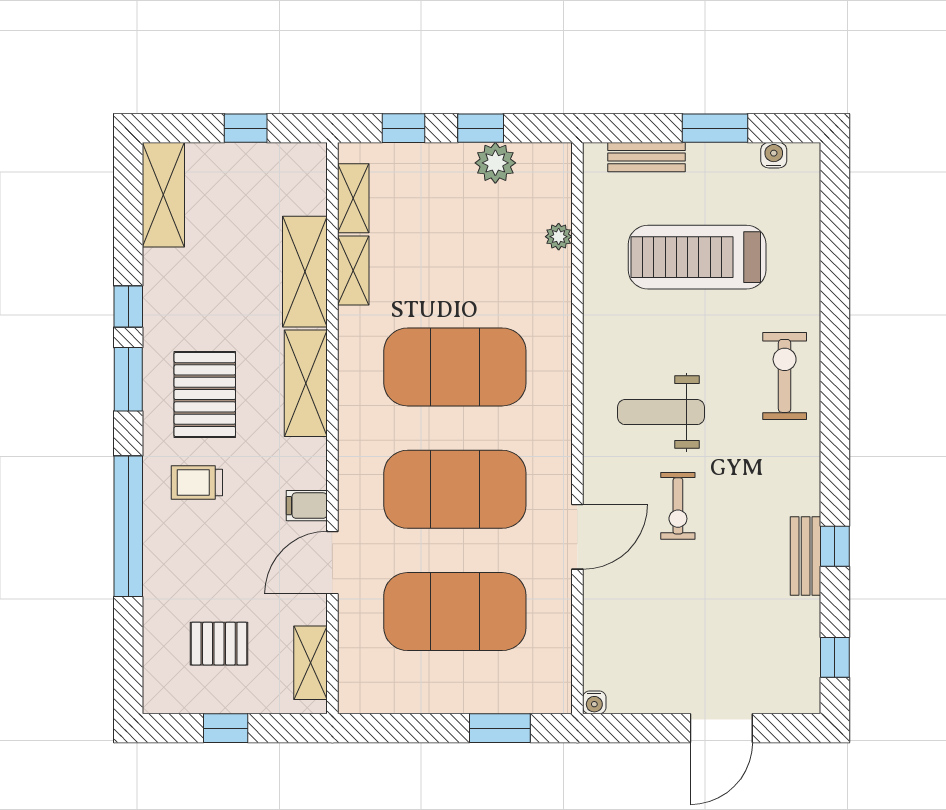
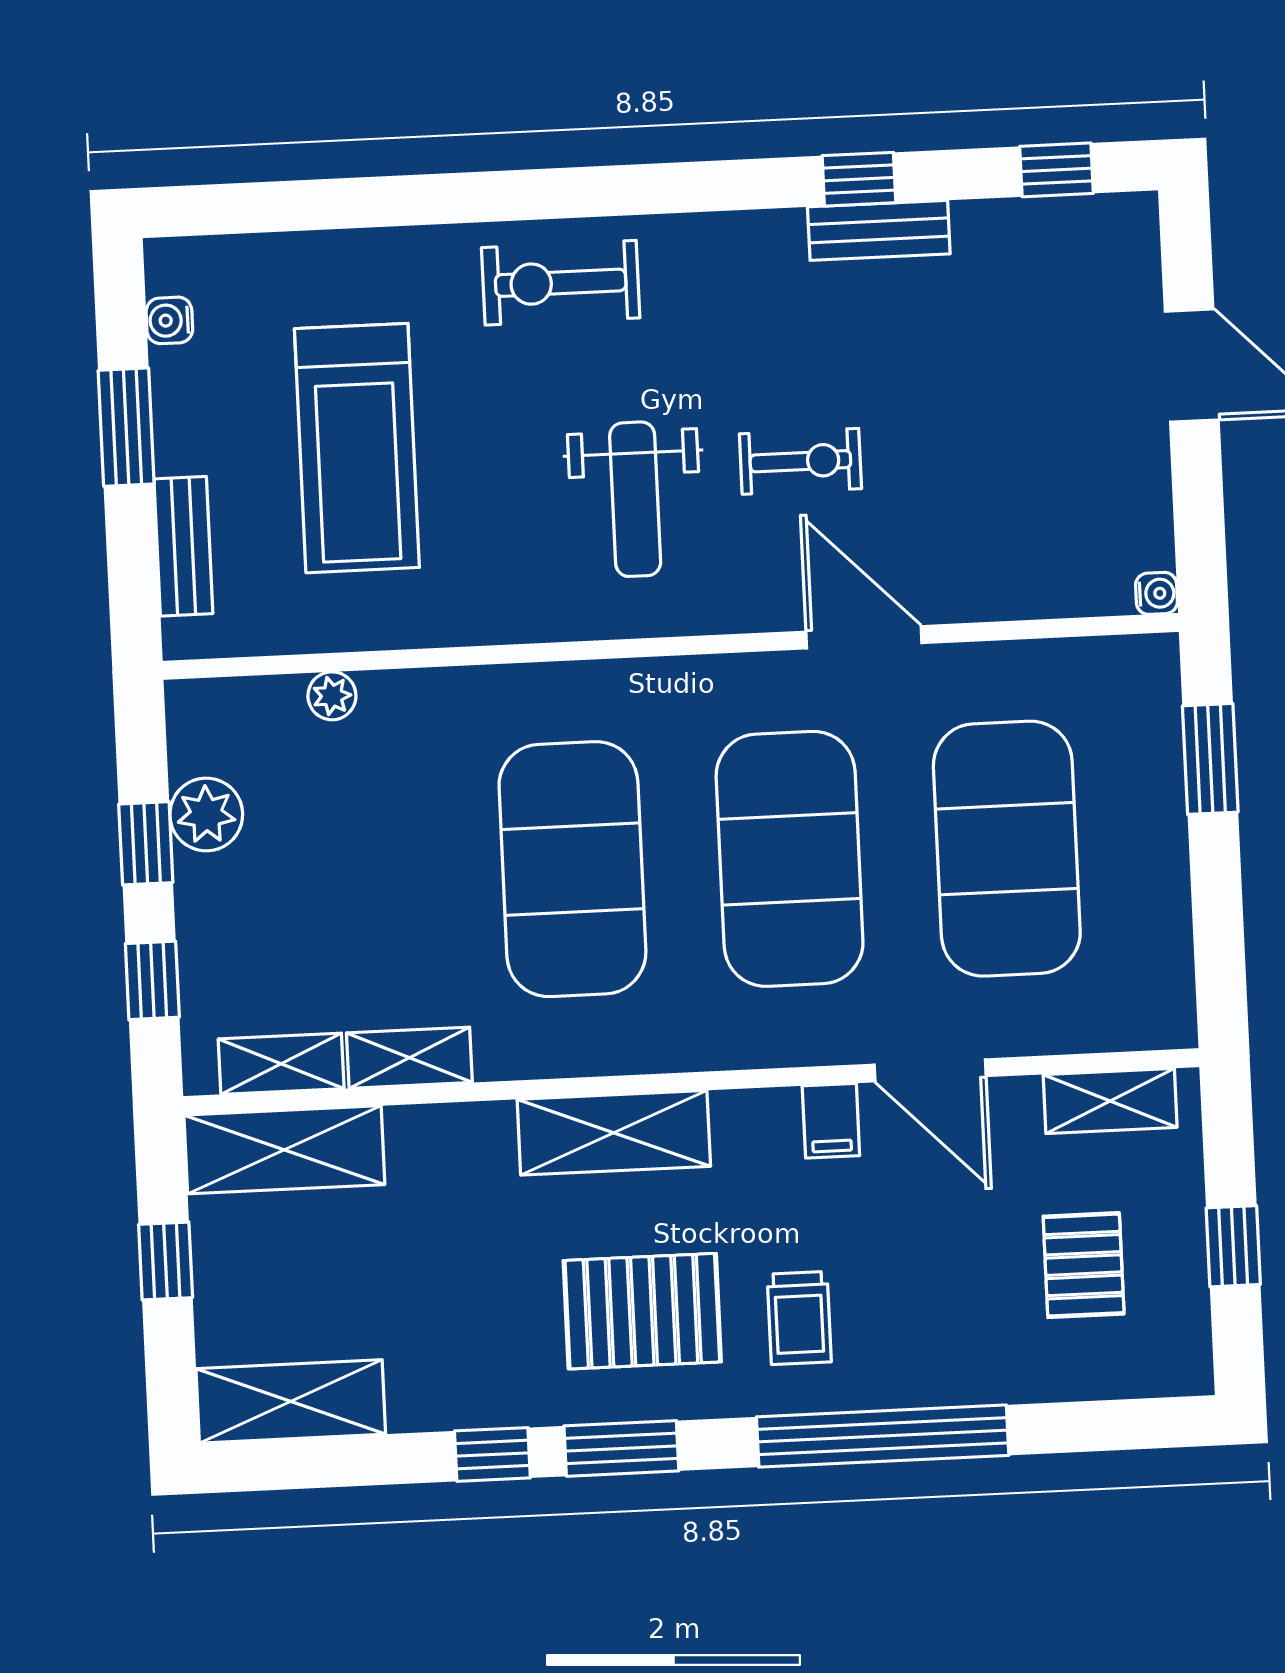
shelving: (305, 272) -> (284, 1150), moved

